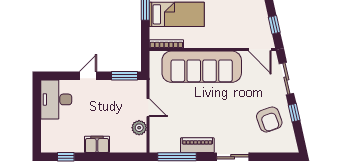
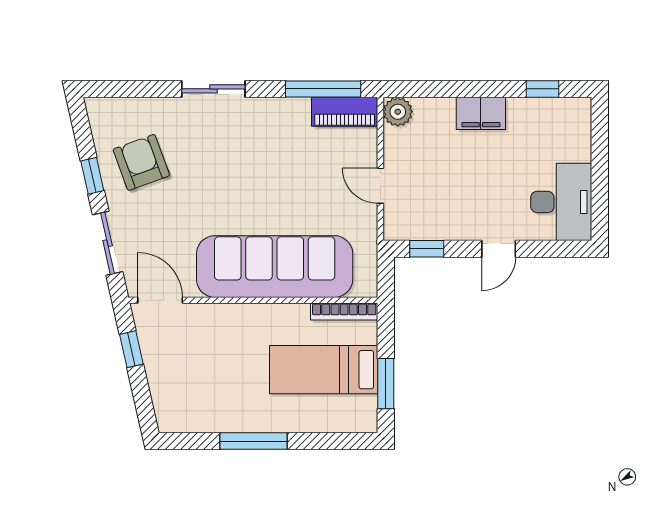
window: (124, 76) -> (427, 249), width x0.67
plant: (139, 128) -> (398, 112), moved
piano: (197, 145) -> (345, 112), moved

